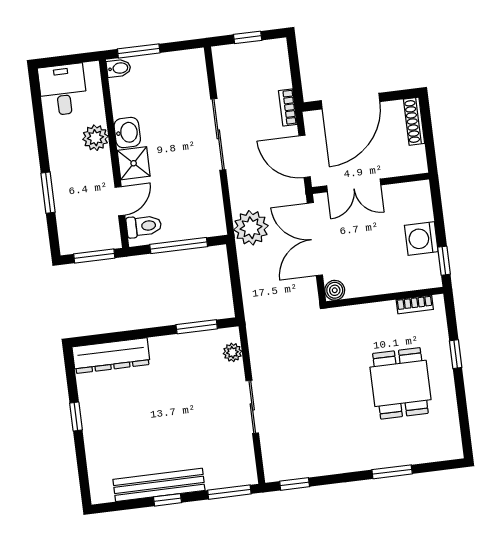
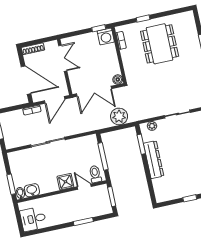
washbasin: (127, 133) -> (32, 190), moved
plant: (95, 138) -> (55, 201), removed
double door: (354, 185) -> (63, 58), moved
plant: (251, 228) -> (119, 116), moved
washing machine: (421, 239) -> (106, 36), moved
dresser: (111, 356) -> (154, 160), moved
dining table: (400, 383) -> (160, 44), width x1.38

